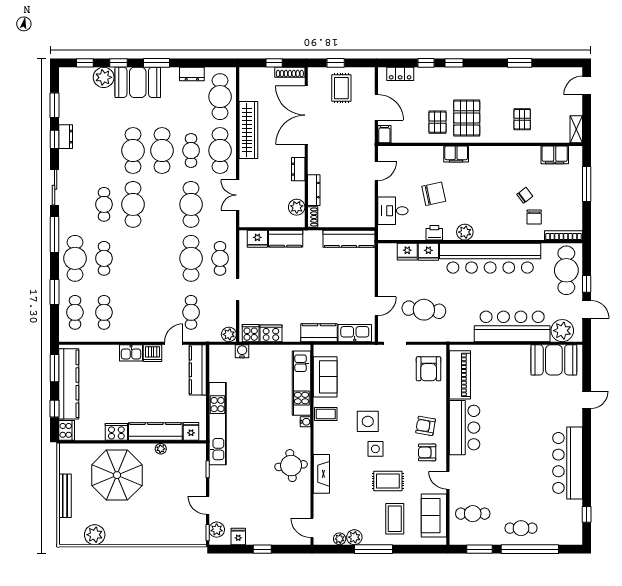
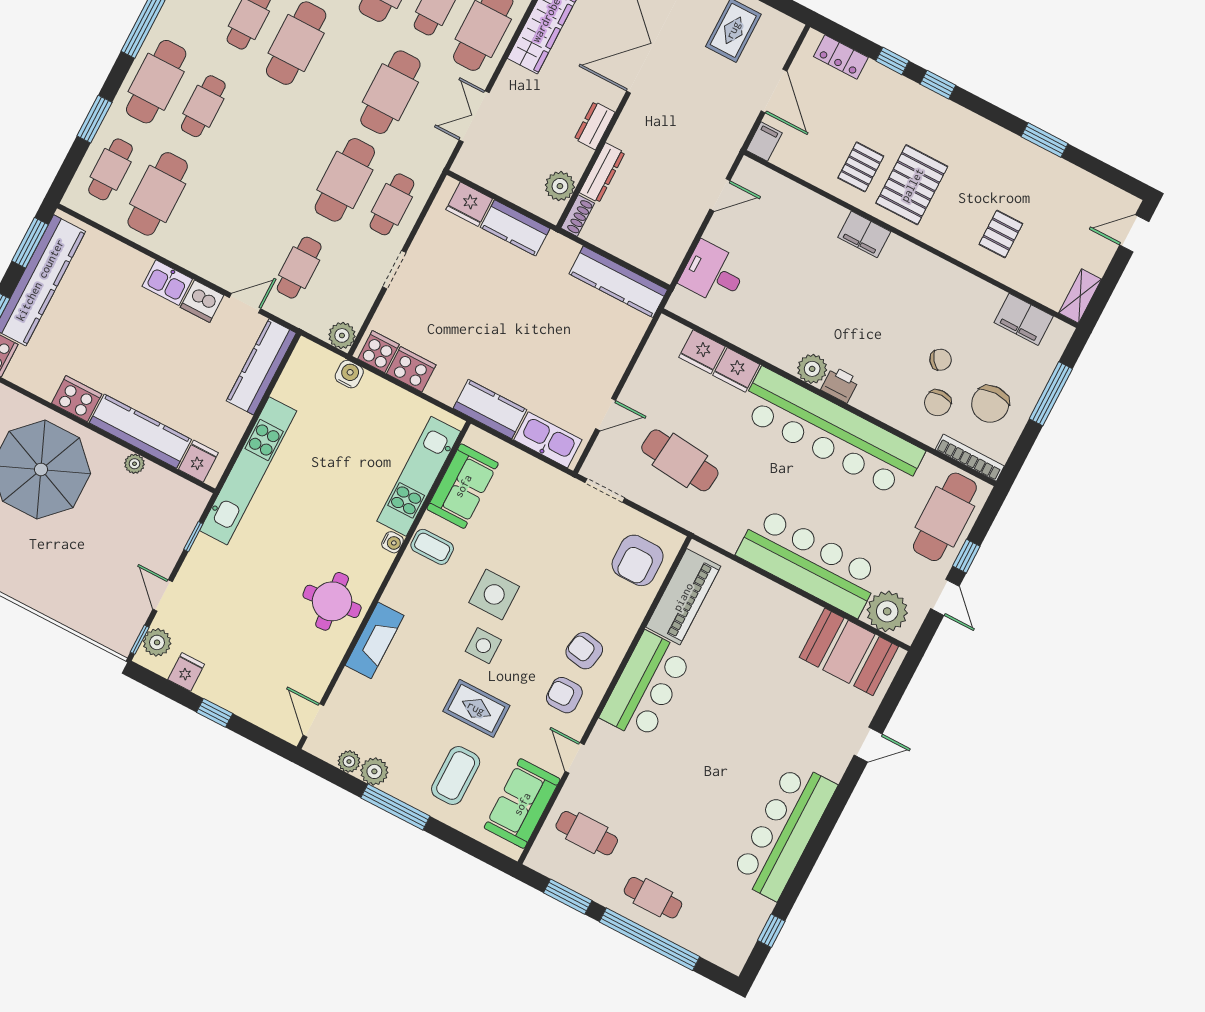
chair: (434, 194) -> (990, 404), moved, turned 102
printer: (434, 233) -> (840, 385), moved
cafe table: (104, 312) -> (158, 194), width x1.37, depth x1.35

